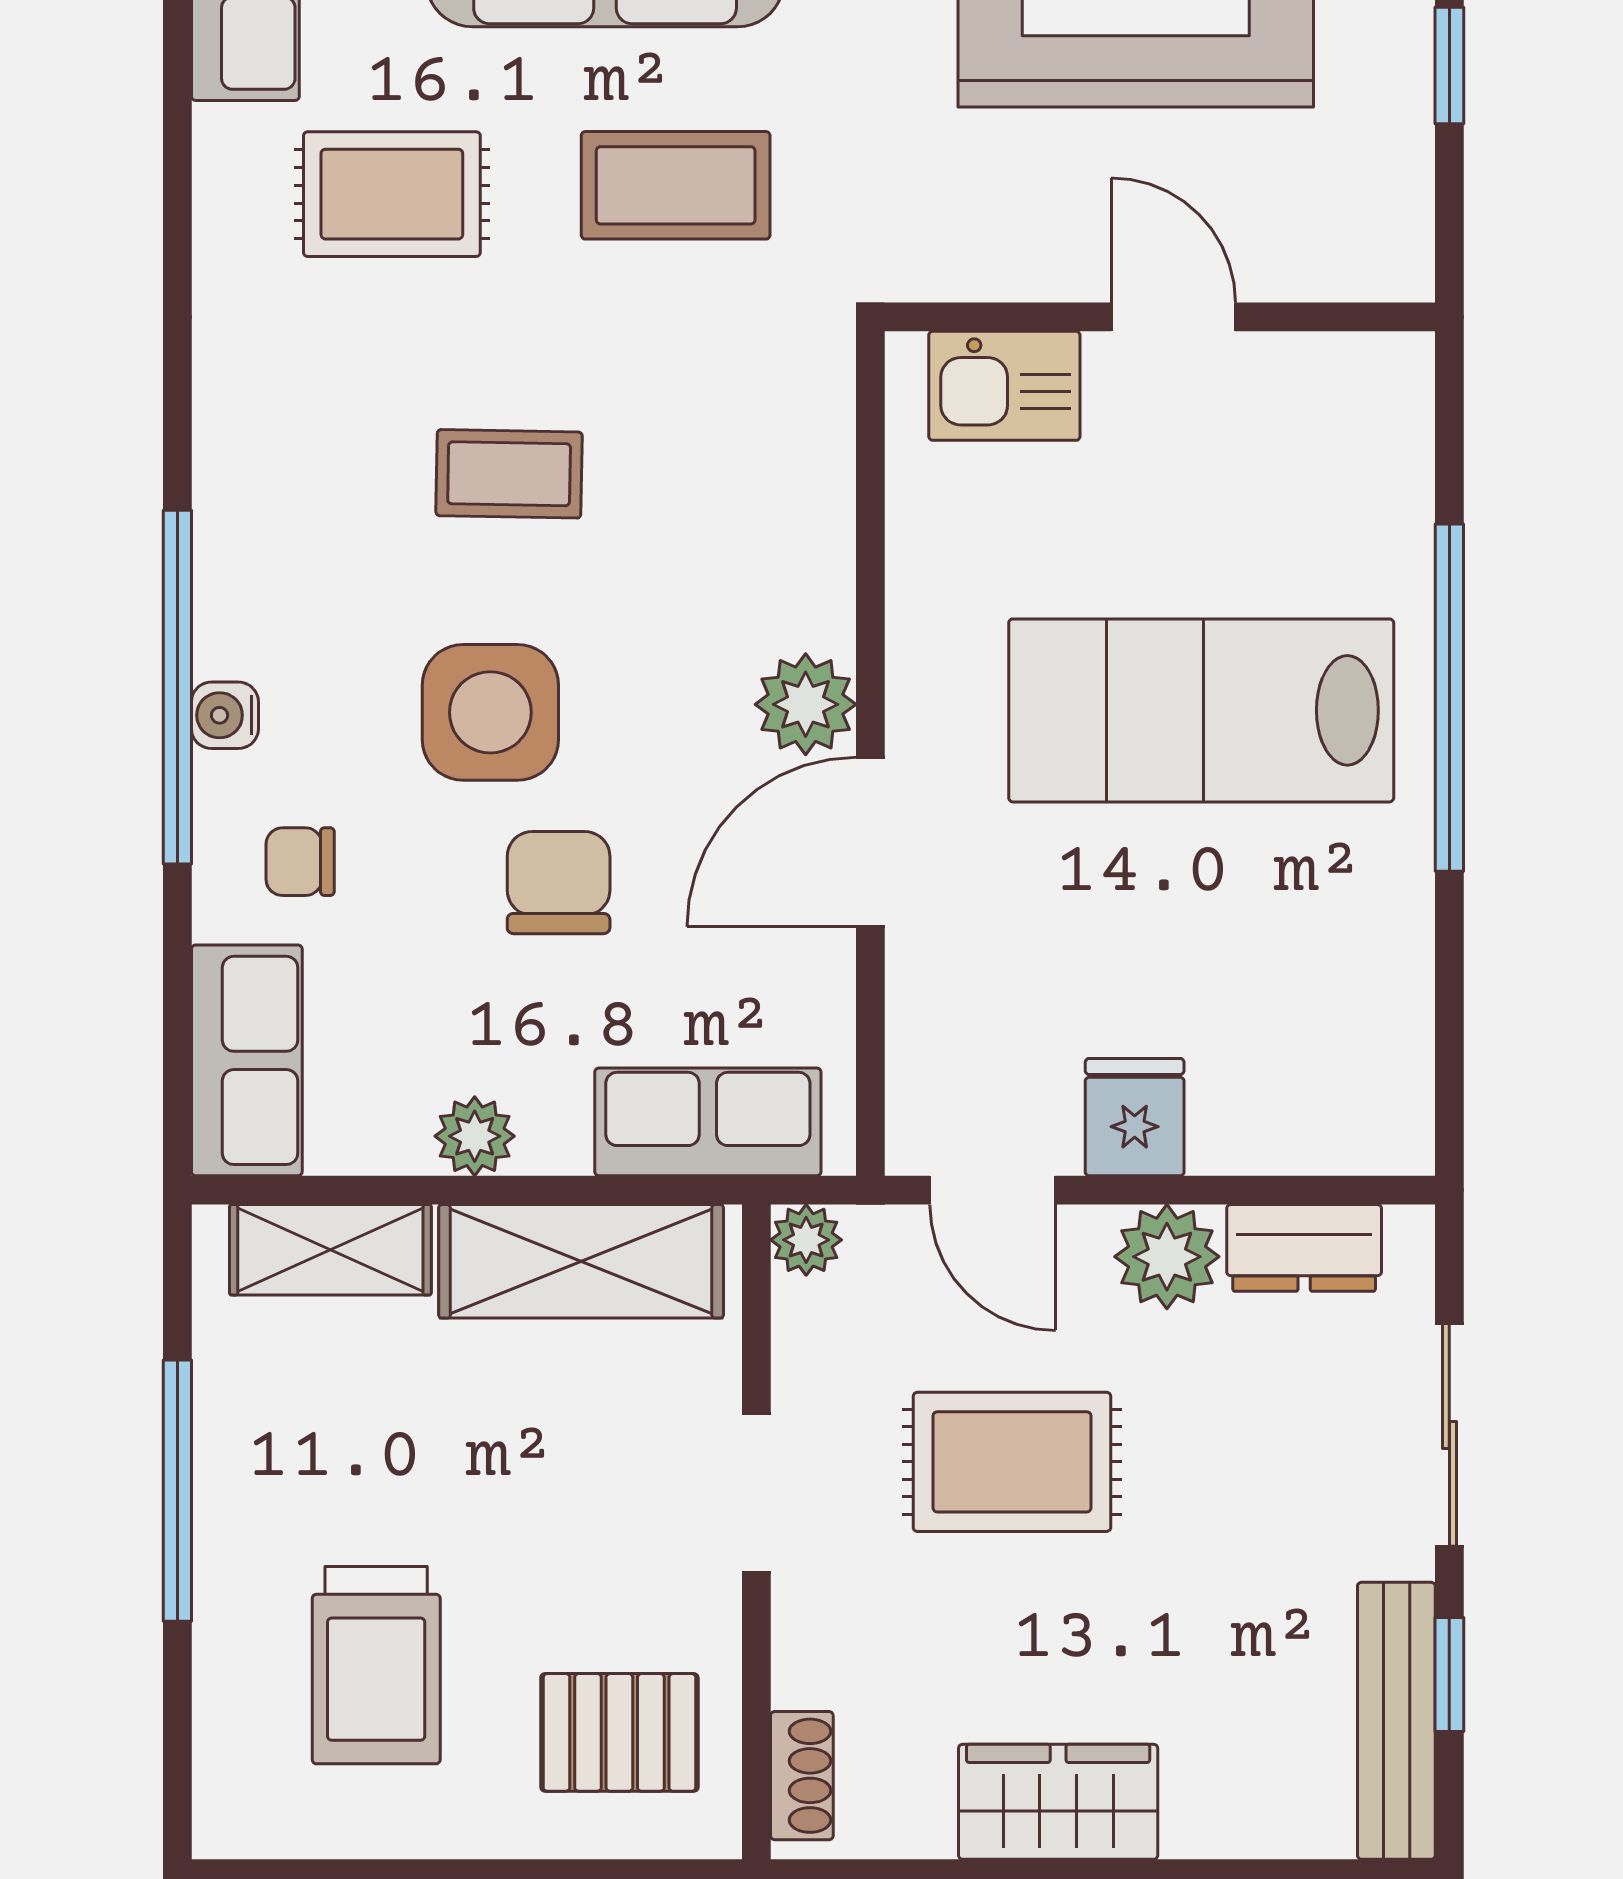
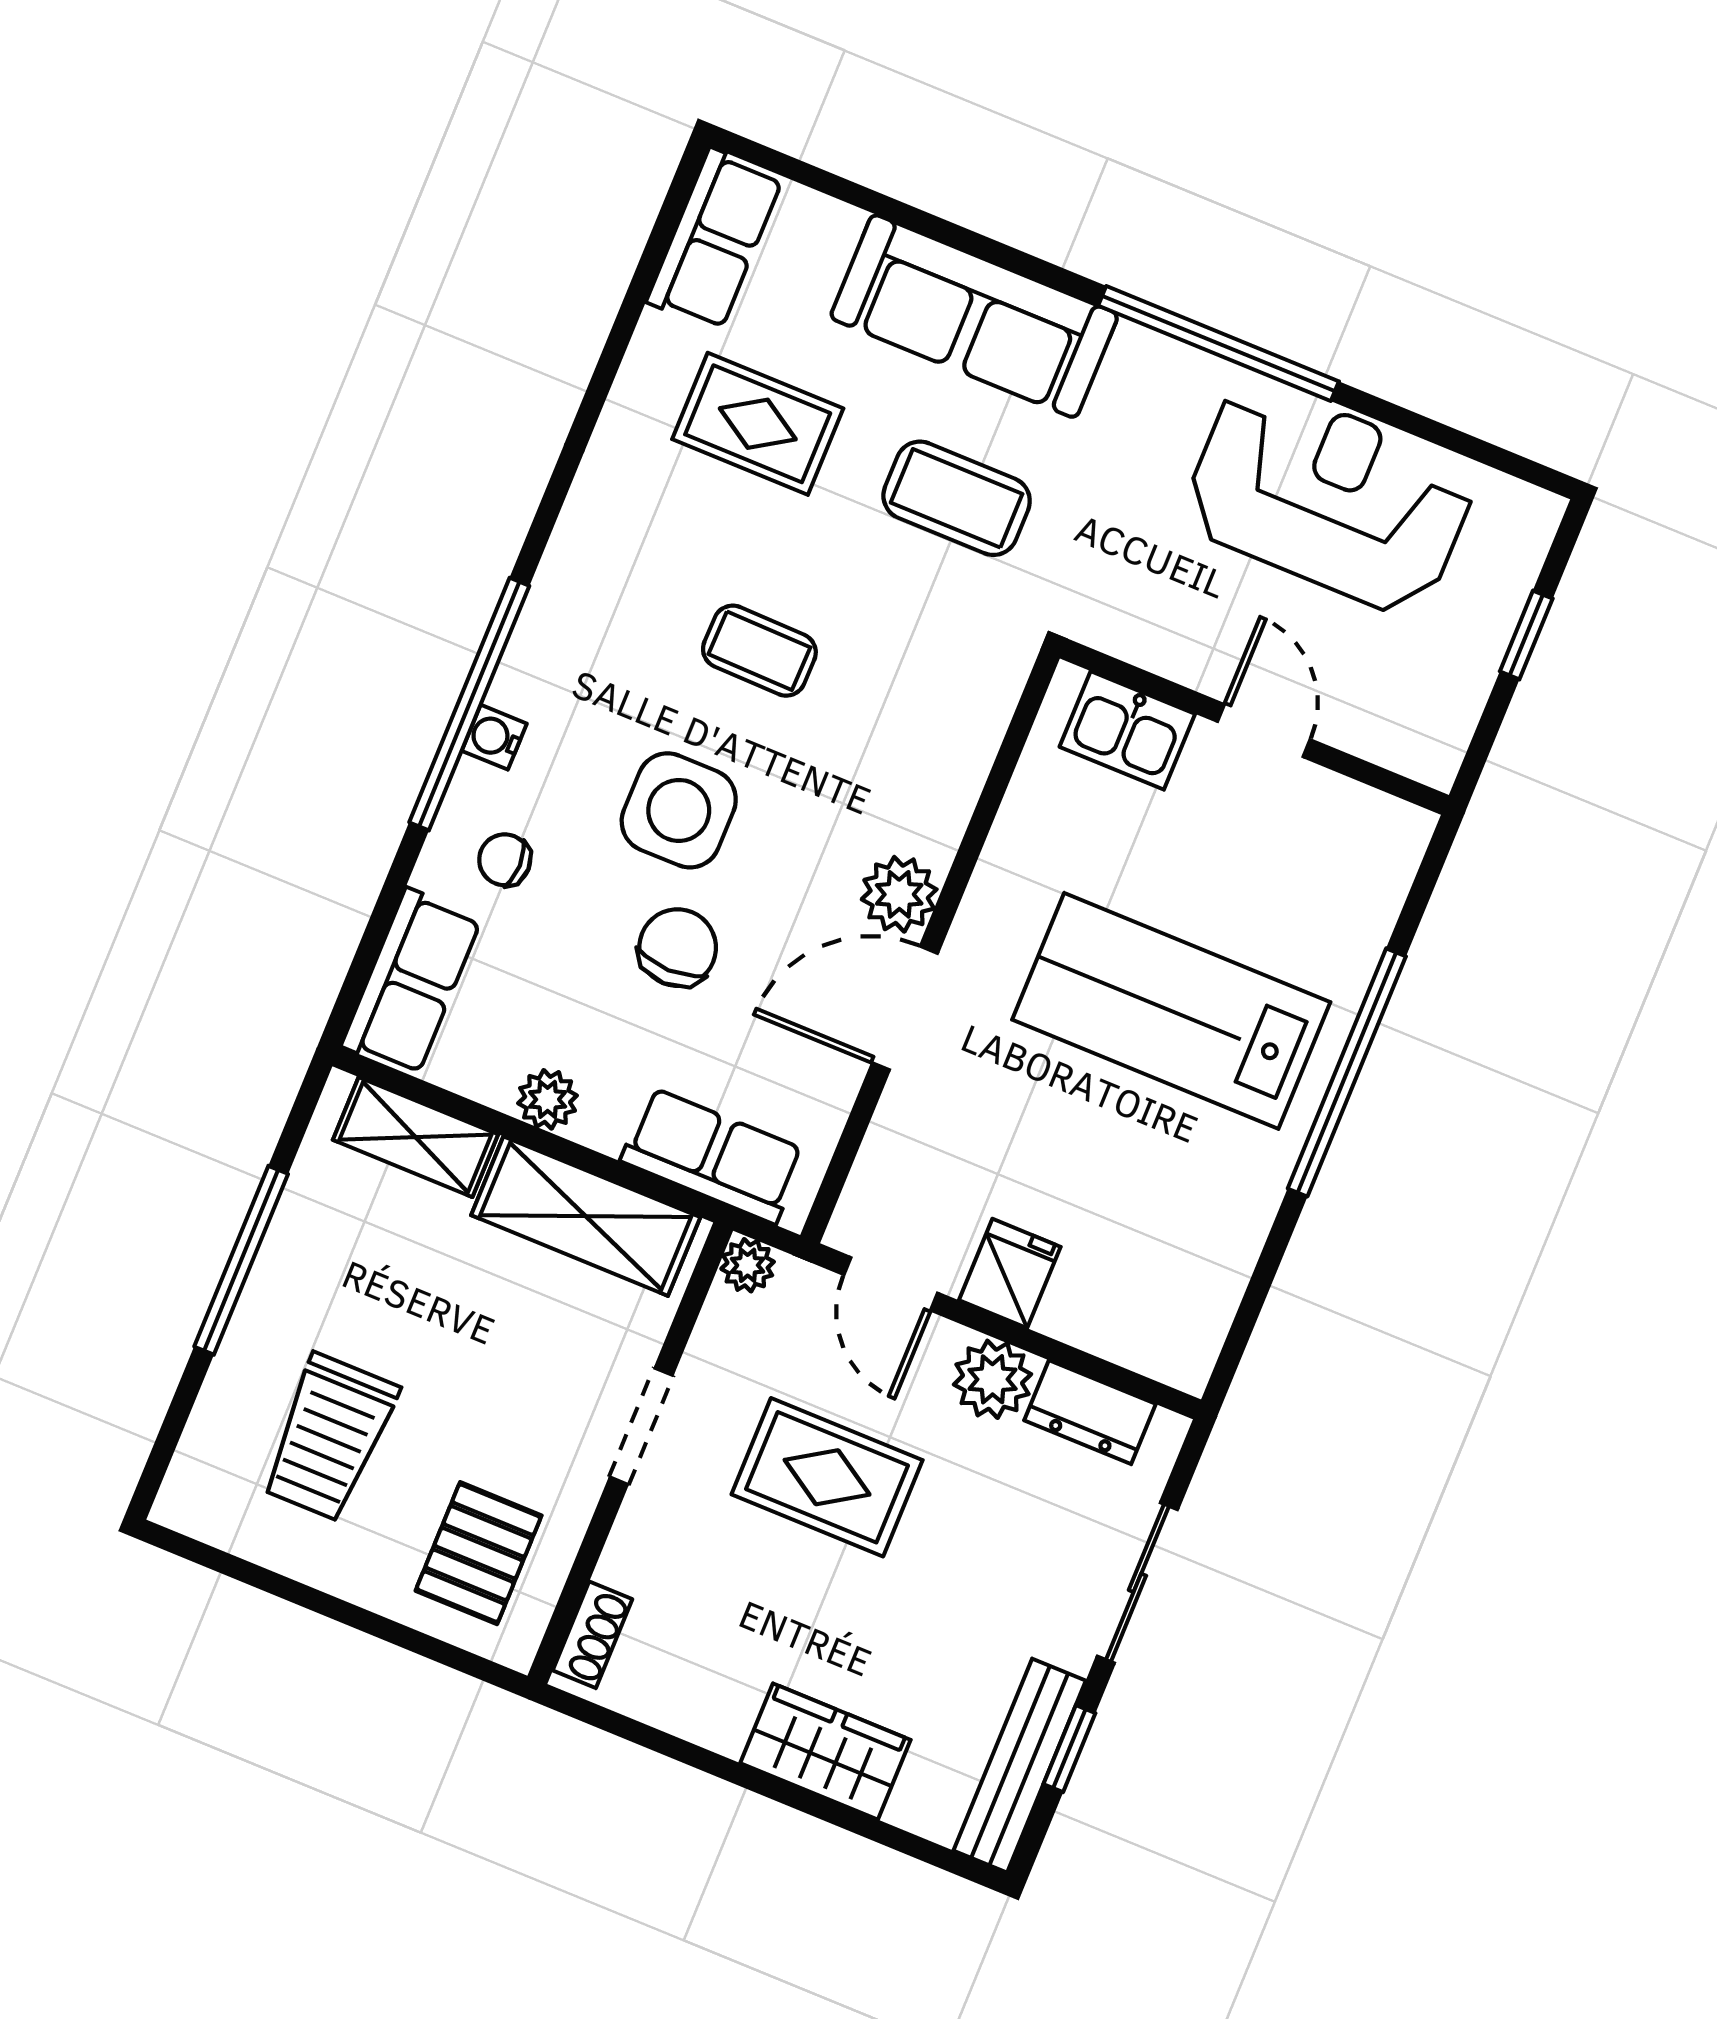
pallet: (619, 1732) -> (479, 1553), turned 90
wardrobe: (1058, 1802) -> (825, 1751), moved

